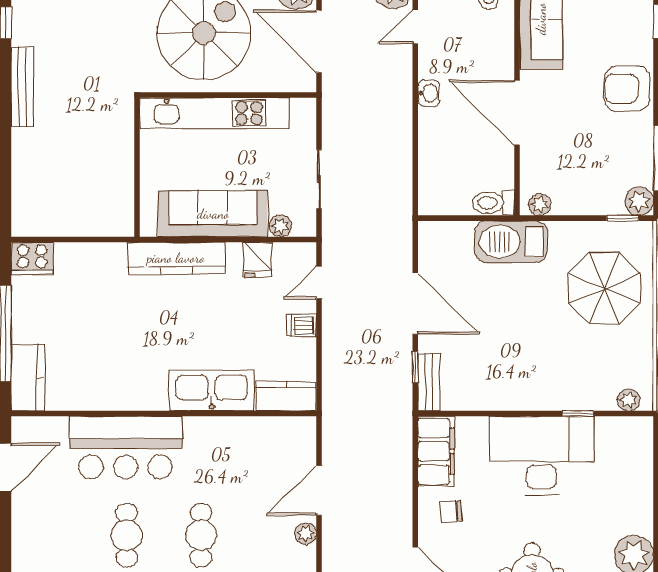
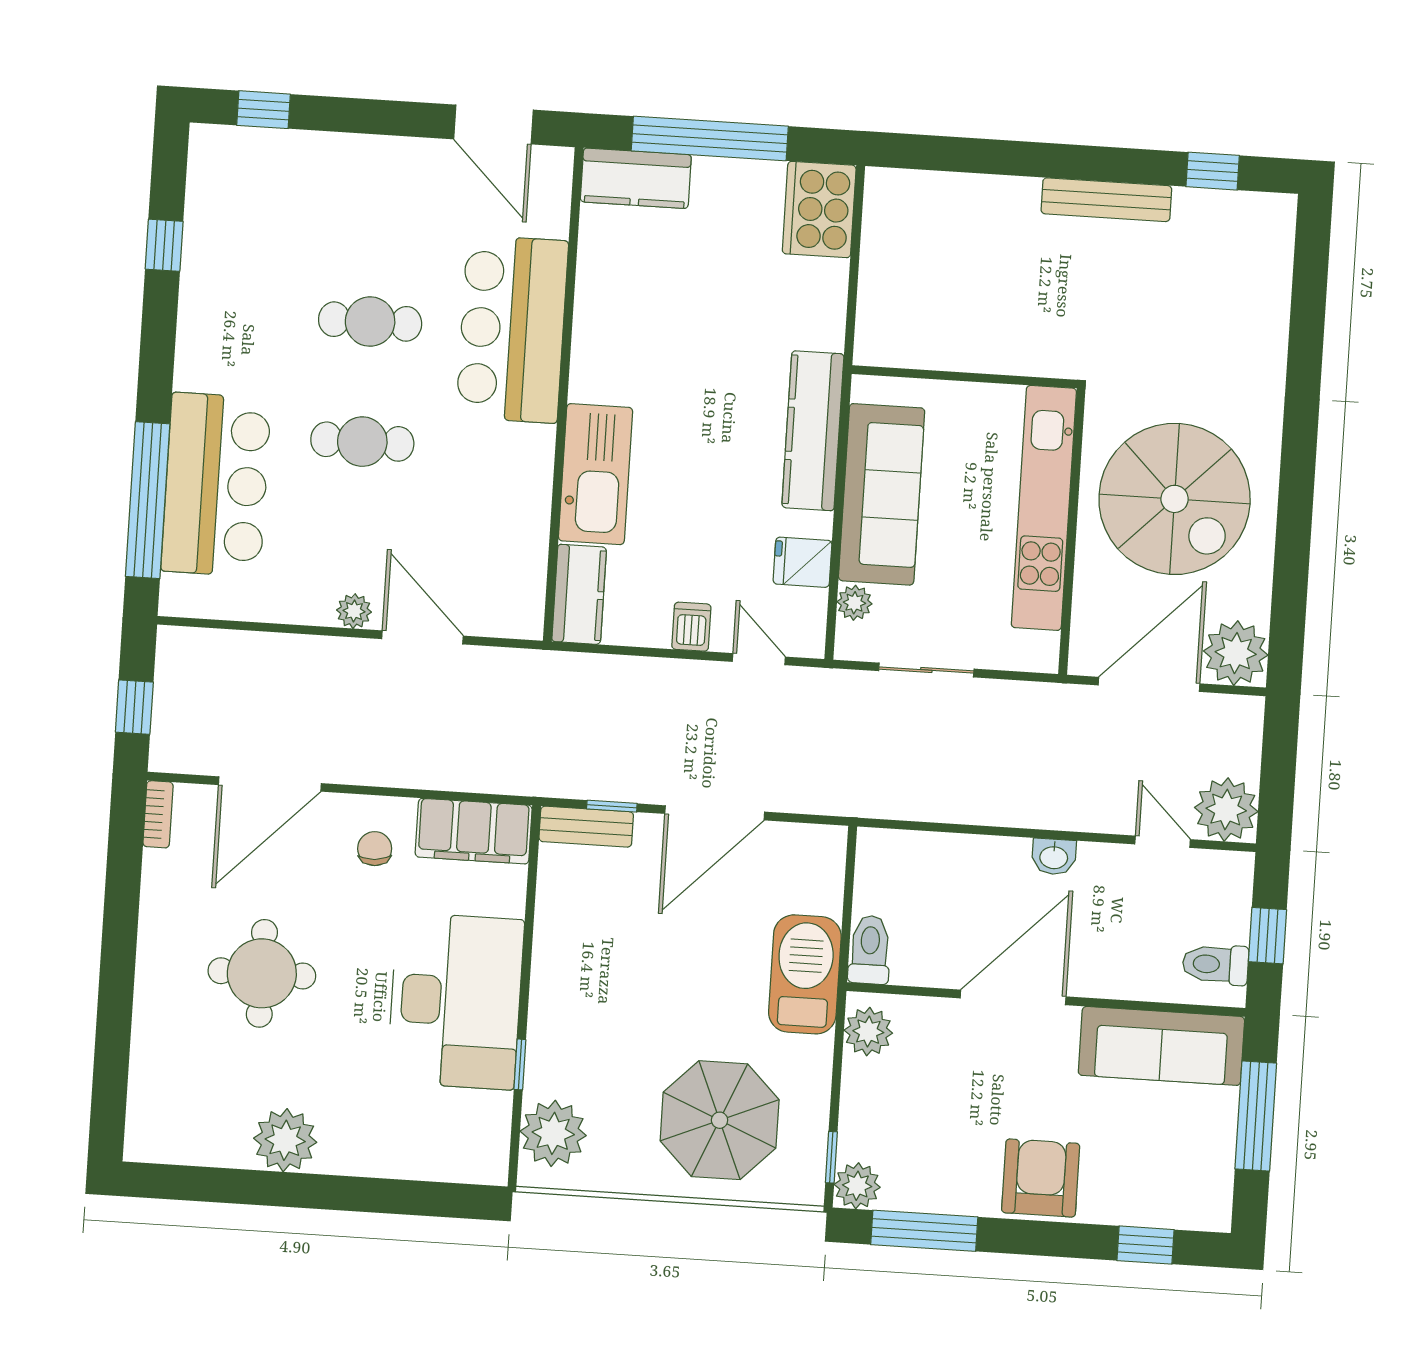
plant: (540, 205) -> (868, 1032), width x1.38, depth x1.38
cooker: (32, 258) -> (819, 209), width x1.37, depth x1.31
plant: (629, 400) -> (553, 1133), width x1.88, depth x1.88

